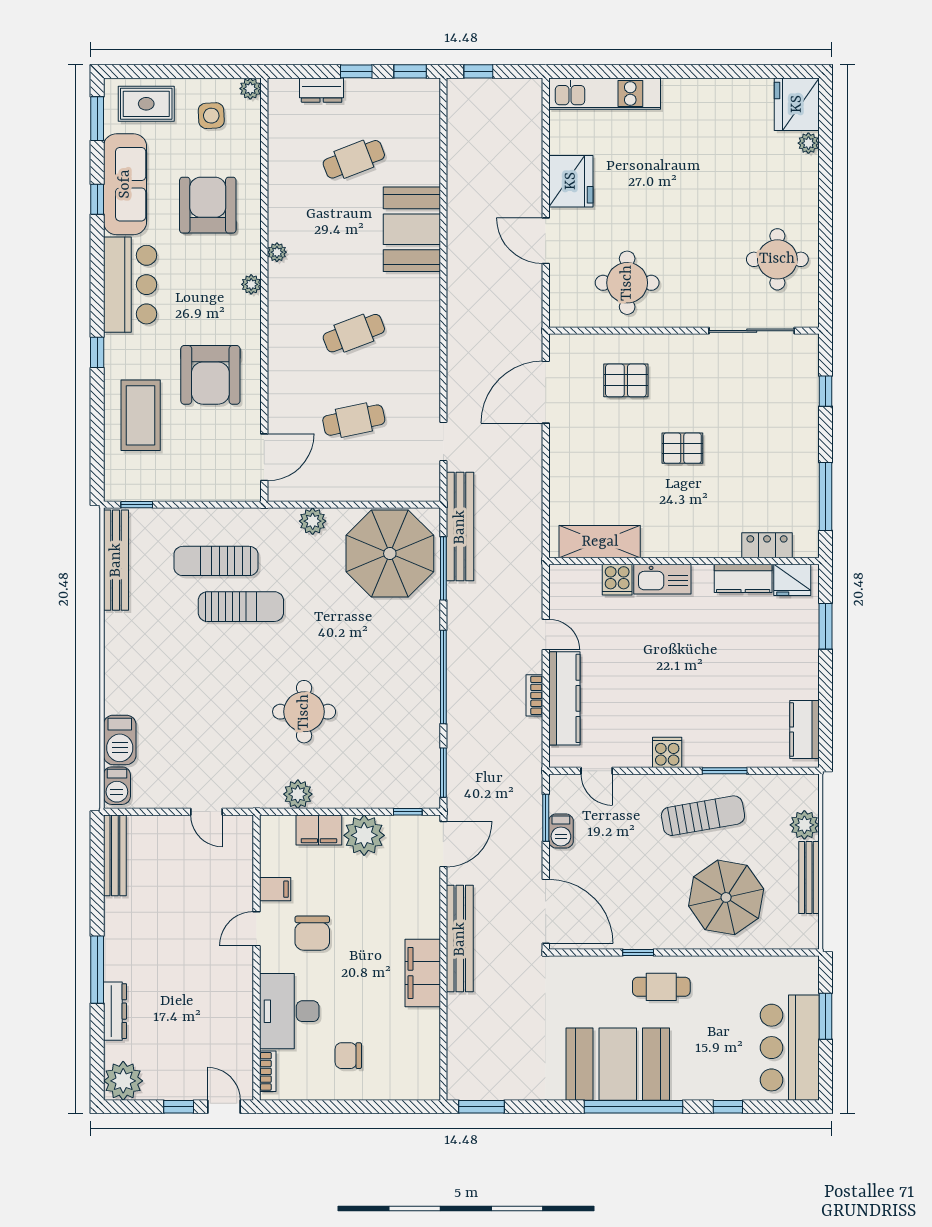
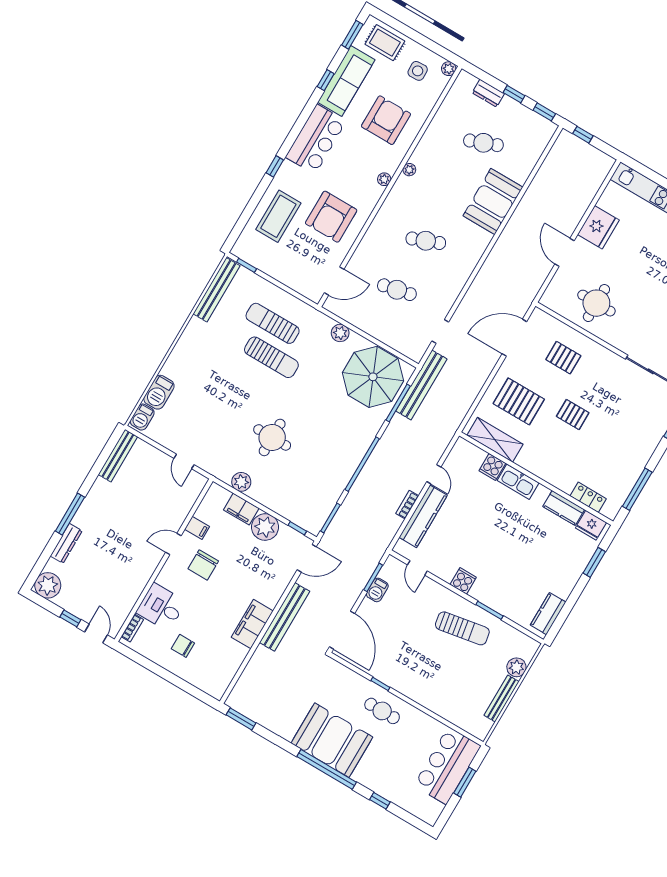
pallet: (601, 473) -> (519, 401), added
parasol: (726, 897) -> (448, 682), removed
desk: (289, 1011) -> (161, 607), width x0.73
bar counter: (790, 1048) -> (447, 766), moved

